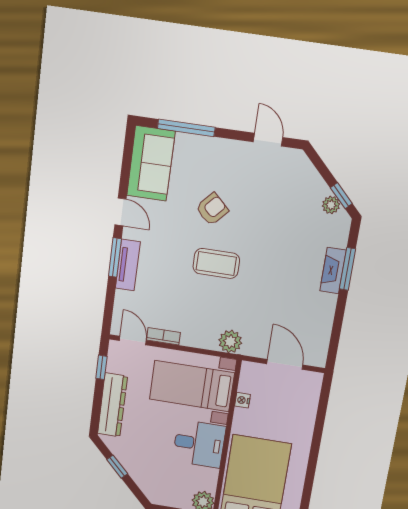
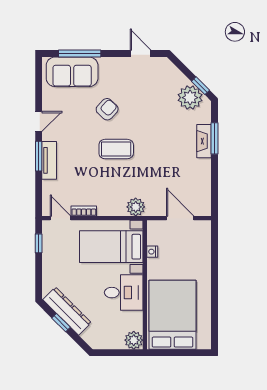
sofa: (151, 163) -> (72, 72), moved, turned 90
plant: (331, 205) -> (190, 98), width x1.88, depth x1.88
door: (120, 212) -> (39, 121), hinge flipped
dresser: (112, 405) -> (67, 311), moved, turned -45

